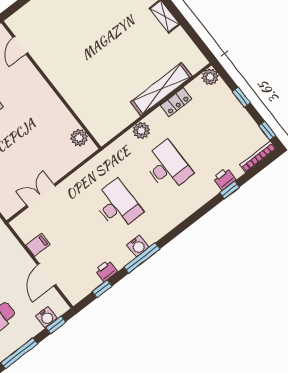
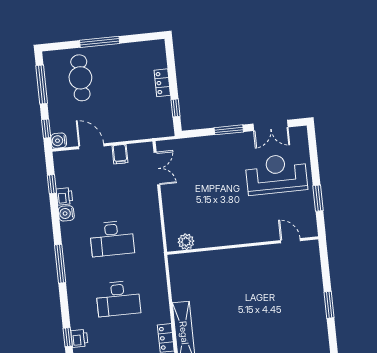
plant: (141, 131) -> (160, 296), removed
double door: (41, 196) -> (157, 169), moved
water cooler: (138, 246) -> (66, 213), moved
window: (142, 258) -> (60, 264), moved
water cooler: (46, 317) -> (59, 141), moved

